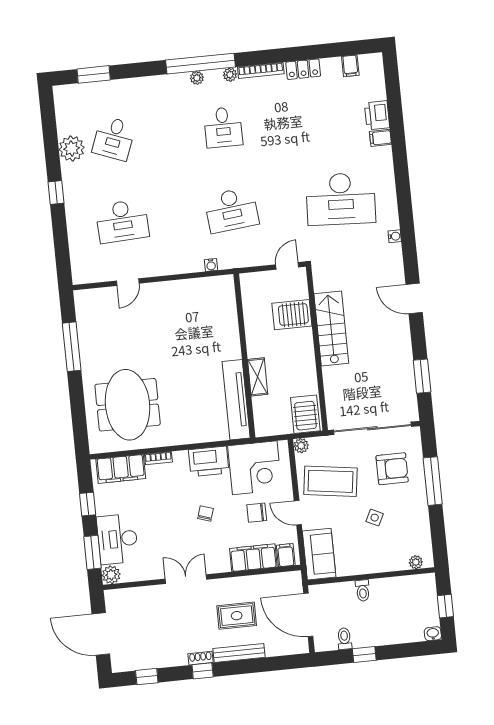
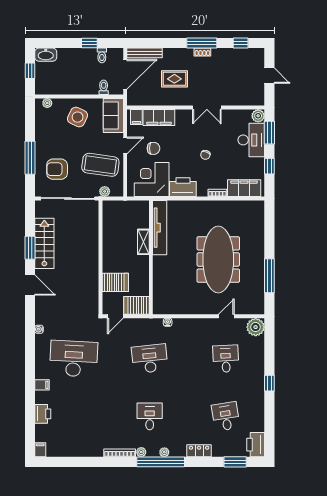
filing cabinet: (350, 66) -> (40, 450), moved
locker: (303, 69) -> (199, 451), moved
printer: (67, 102) -> (256, 445), added
desk: (114, 138) -> (226, 416), turned -30
filing cabinet: (380, 138) -> (42, 385), moved
plant: (72, 148) -> (256, 327), moved
desk: (122, 221) -> (226, 359), width x0.73
stairs: (331, 329) -> (44, 243), moved, turned 180
window: (422, 376) -> (30, 248), moved
meeting table: (128, 405) -> (218, 260), moved, width x1.36
server rack: (305, 414) -> (136, 305), moved, turned 90
plant: (301, 446) -> (105, 191), moved
door: (298, 513) -> (125, 145), hinge flipped
chair: (206, 514) -> (205, 155), moved
side table: (375, 518) -> (78, 117), moved, width x1.87, depth x1.87
toilet: (363, 590) -> (104, 87), moved
door: (308, 615) -> (125, 74), hinge flipped
door: (101, 634) -> (269, 76), width x0.53
washbasin: (433, 634) -> (46, 55), width x1.91, depth x1.45
bench: (239, 653) -> (145, 53), moved
window: (203, 671) -> (202, 43), width x2.17

